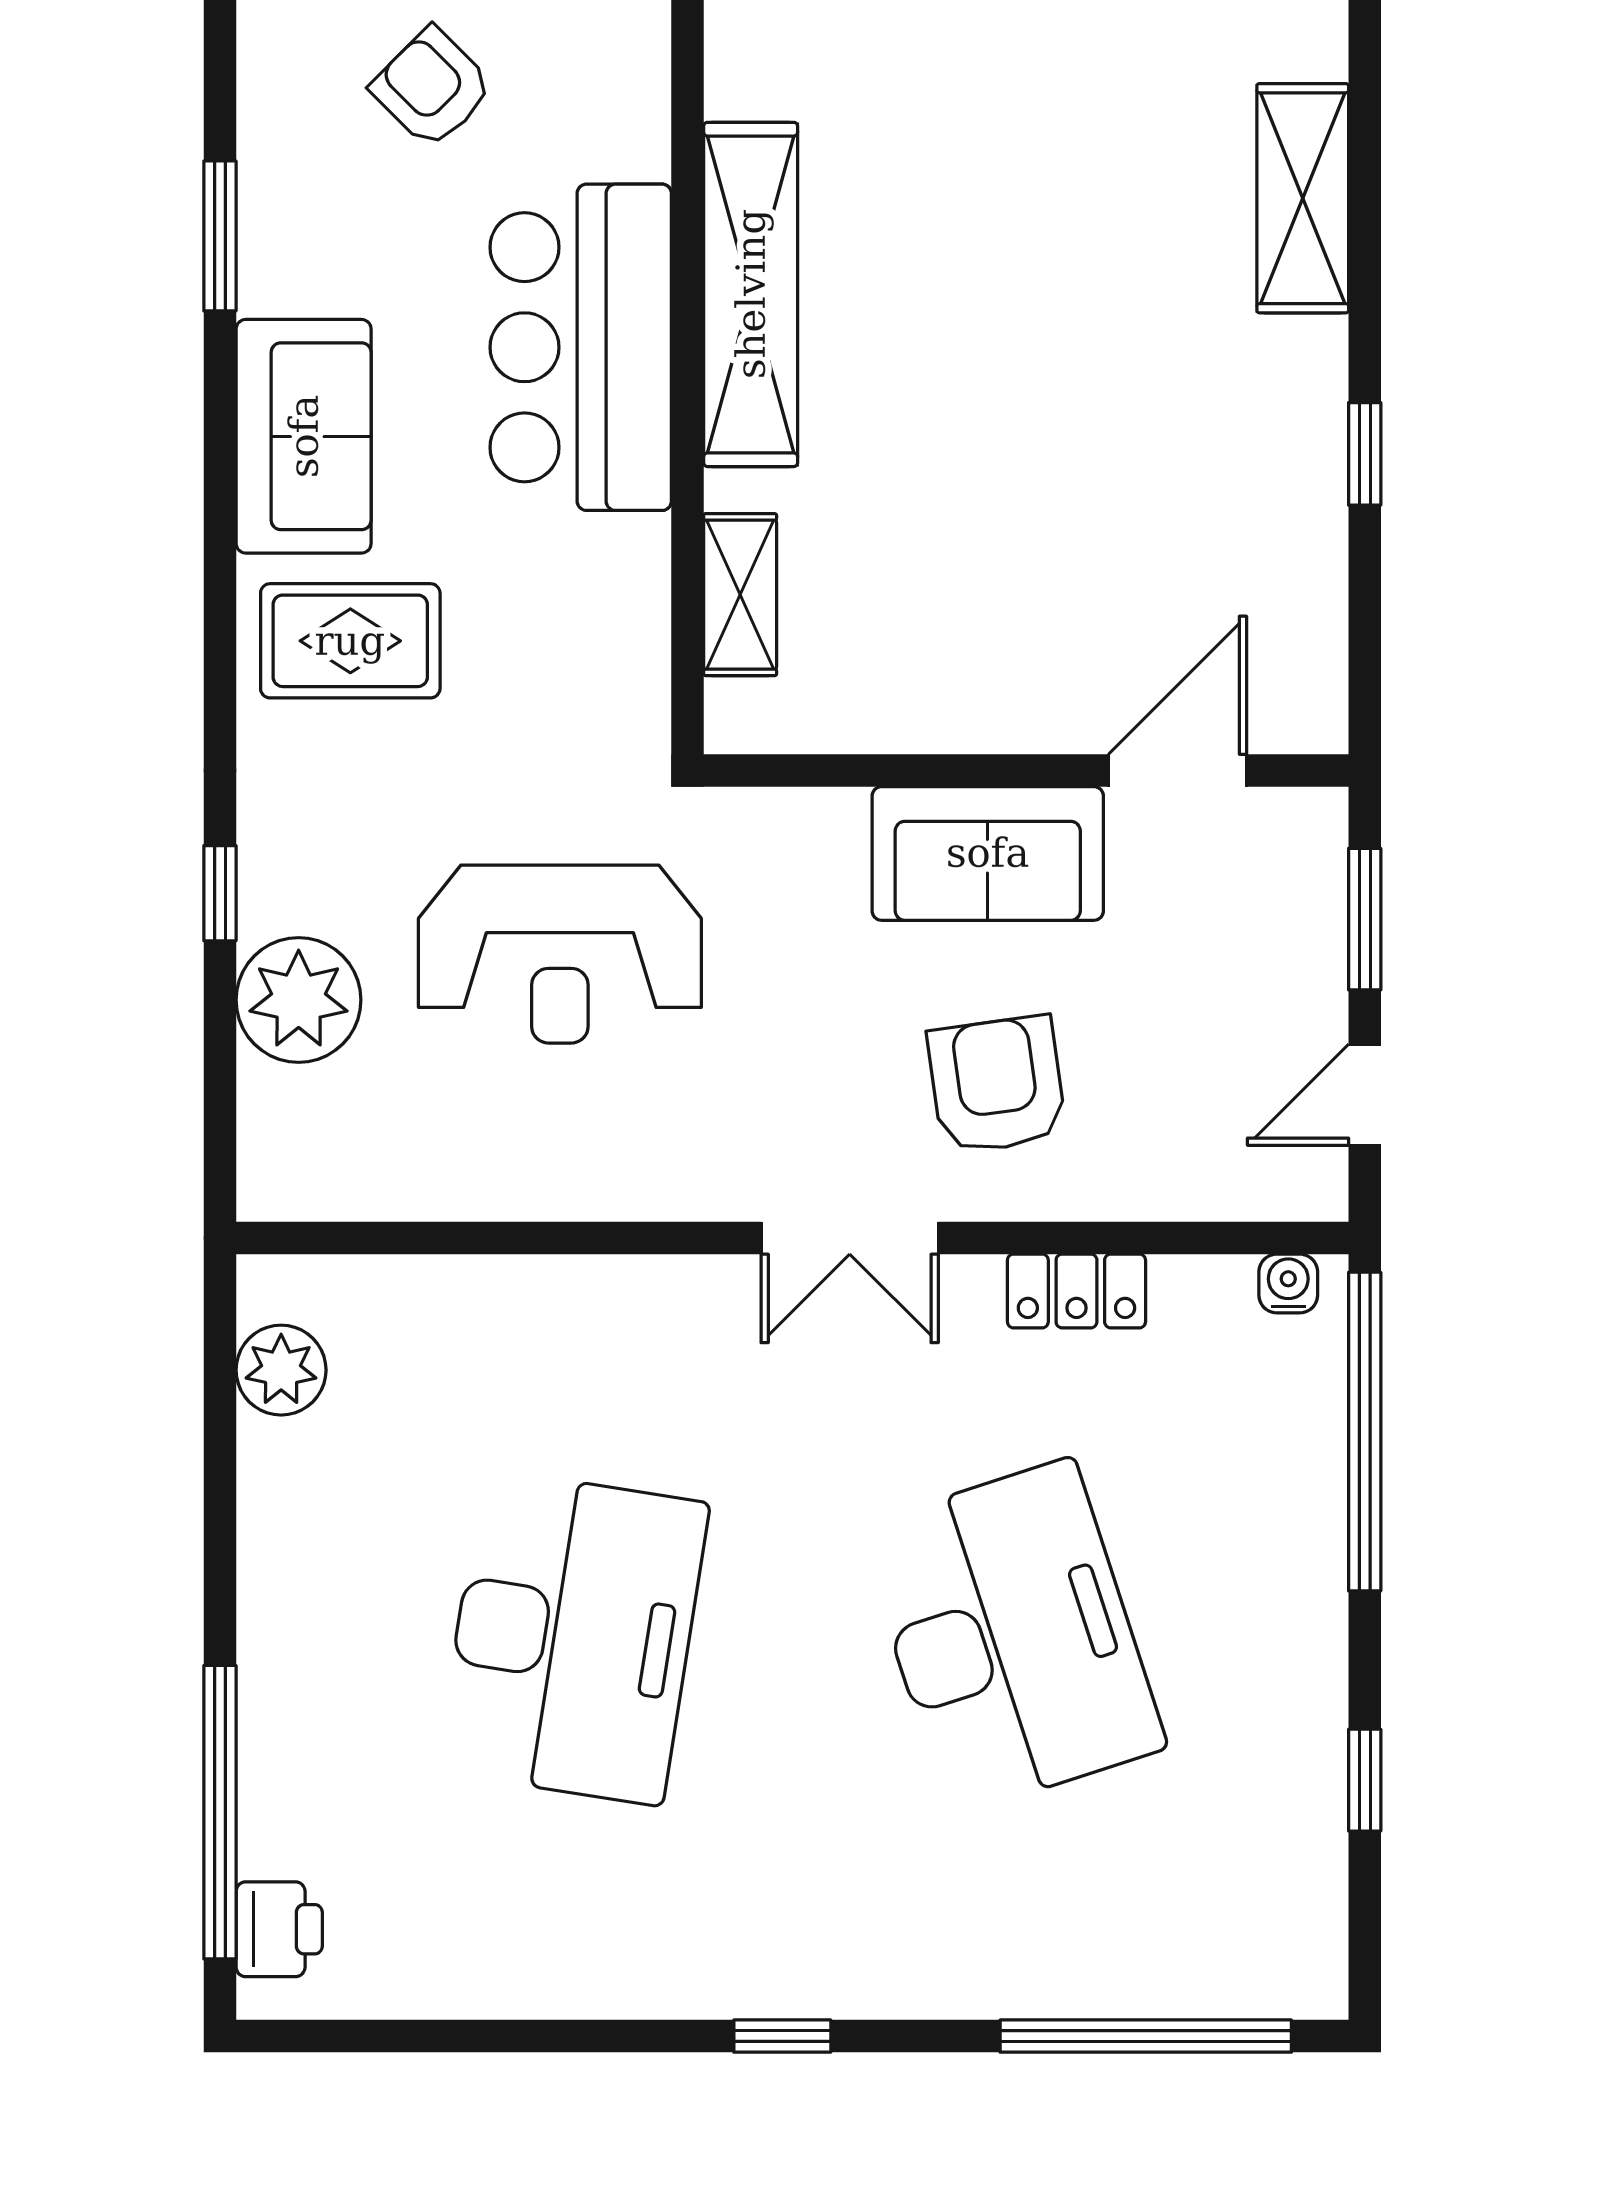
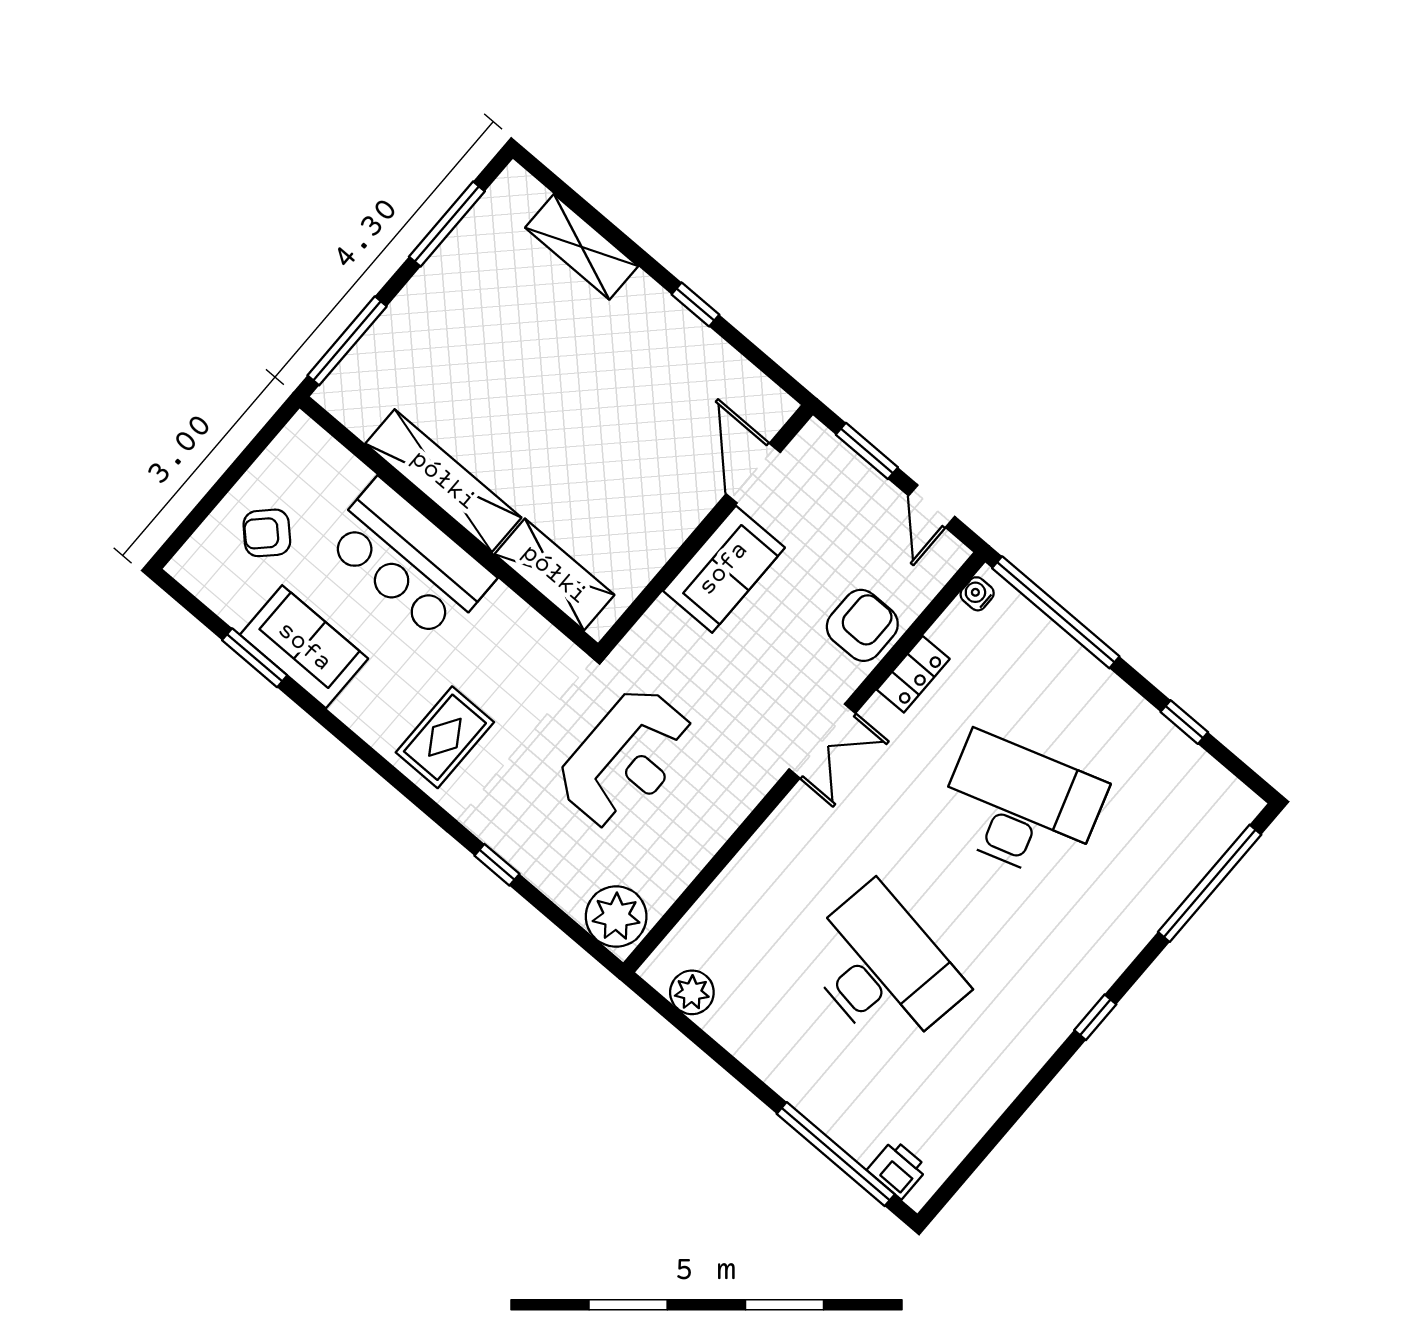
sofa: (304, 436) -> (304, 647), moved
shelving: (740, 595) -> (554, 575), width x1.50, depth x1.33
plant: (299, 1000) -> (616, 916), moved
armchair: (997, 1085) -> (862, 625), moved, turned 98

